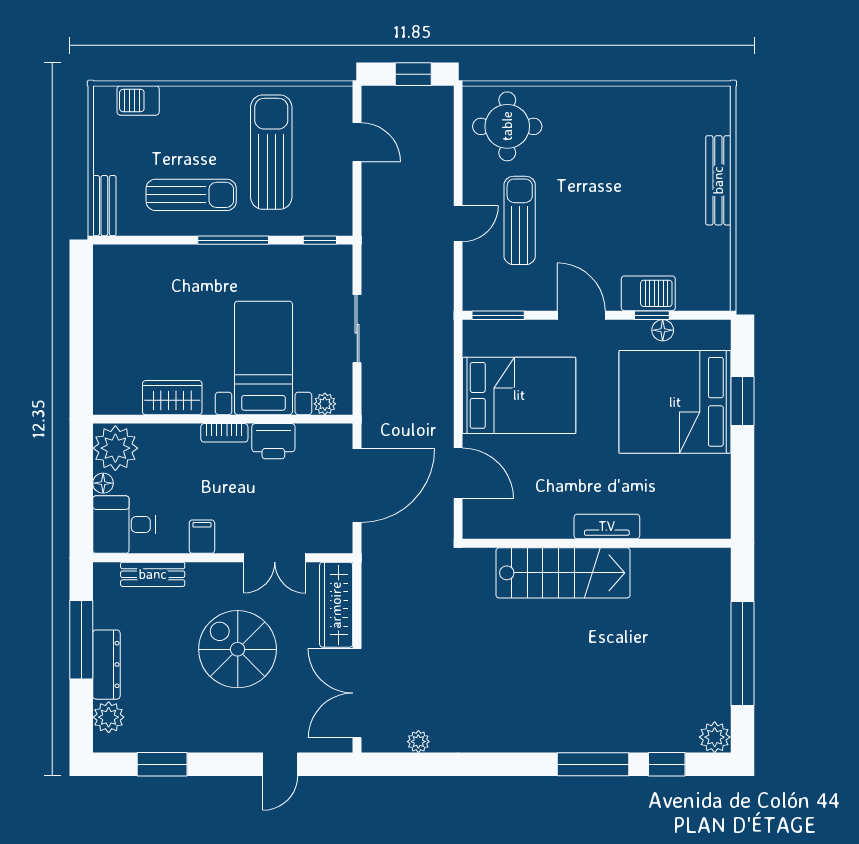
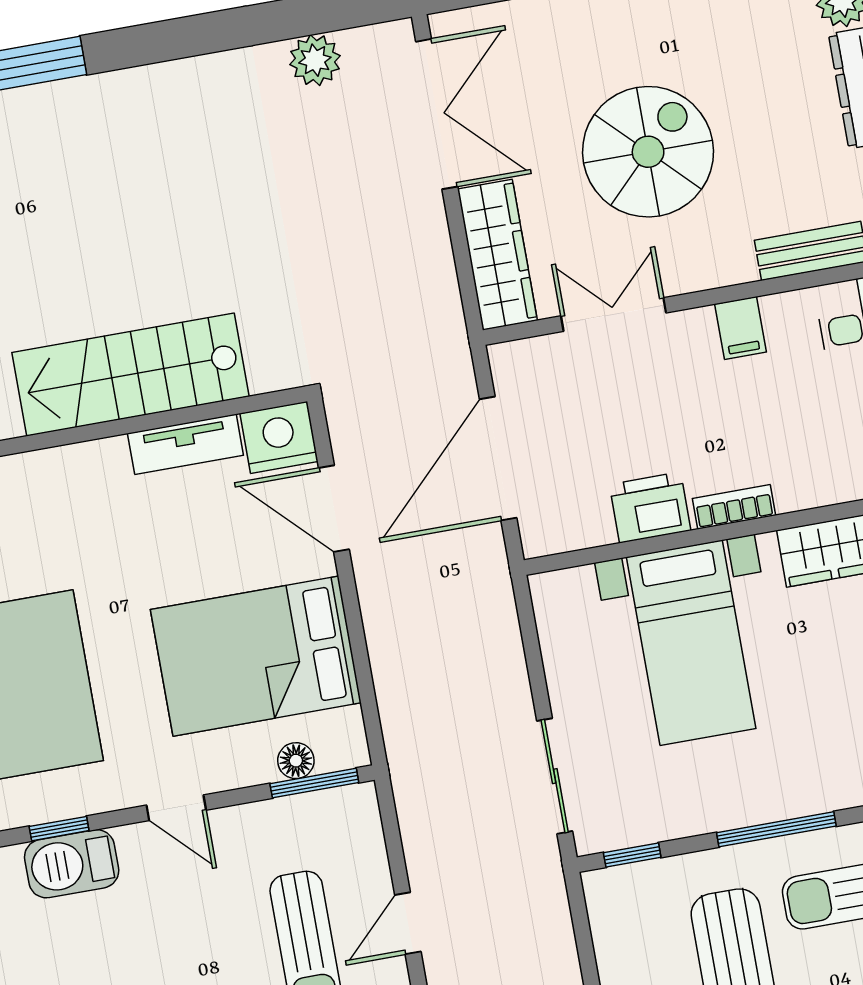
door: (581, 315) -> (176, 808), width x0.73
sliding door: (357, 329) -> (555, 776), moved
floor lamp: (663, 330) -> (296, 761), moved
plant: (325, 404) -> (576, 585), removed
nightstand: (483, 521) -> (279, 437), added
tv unit: (607, 526) -> (185, 444), moved
spiral stairs: (238, 649) -> (648, 152), turned -90
plant: (418, 742) -> (315, 60), width x1.38, depth x1.38

